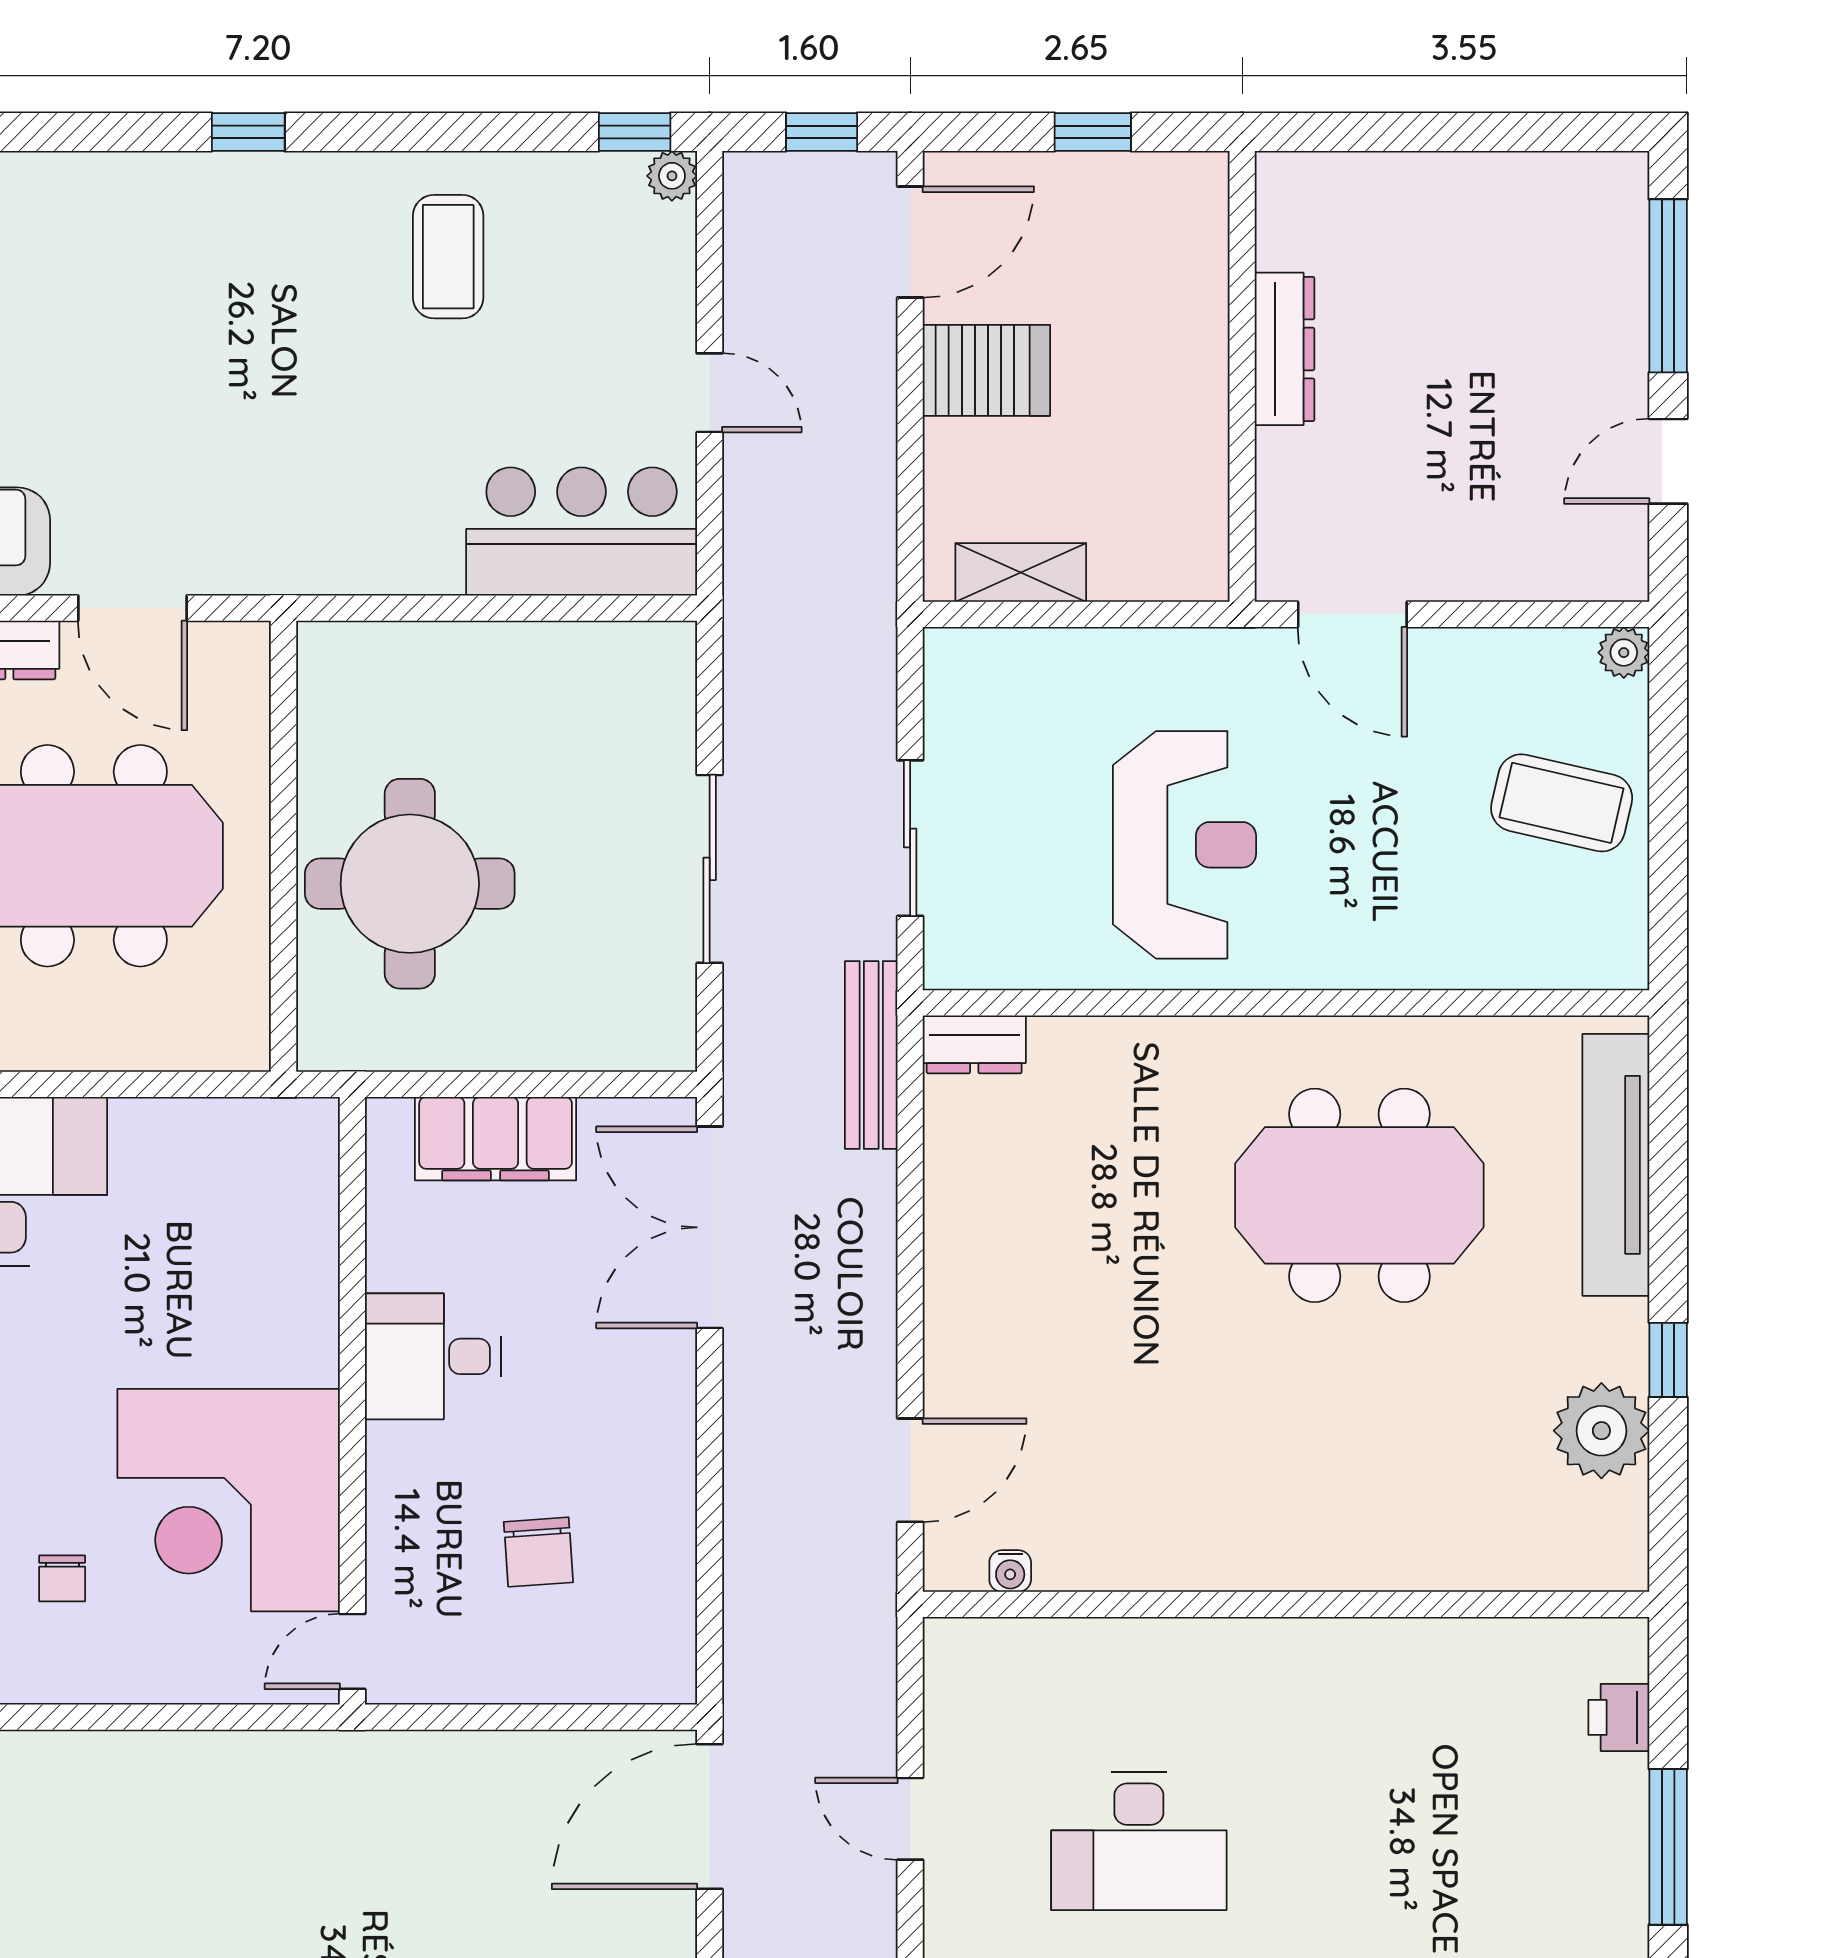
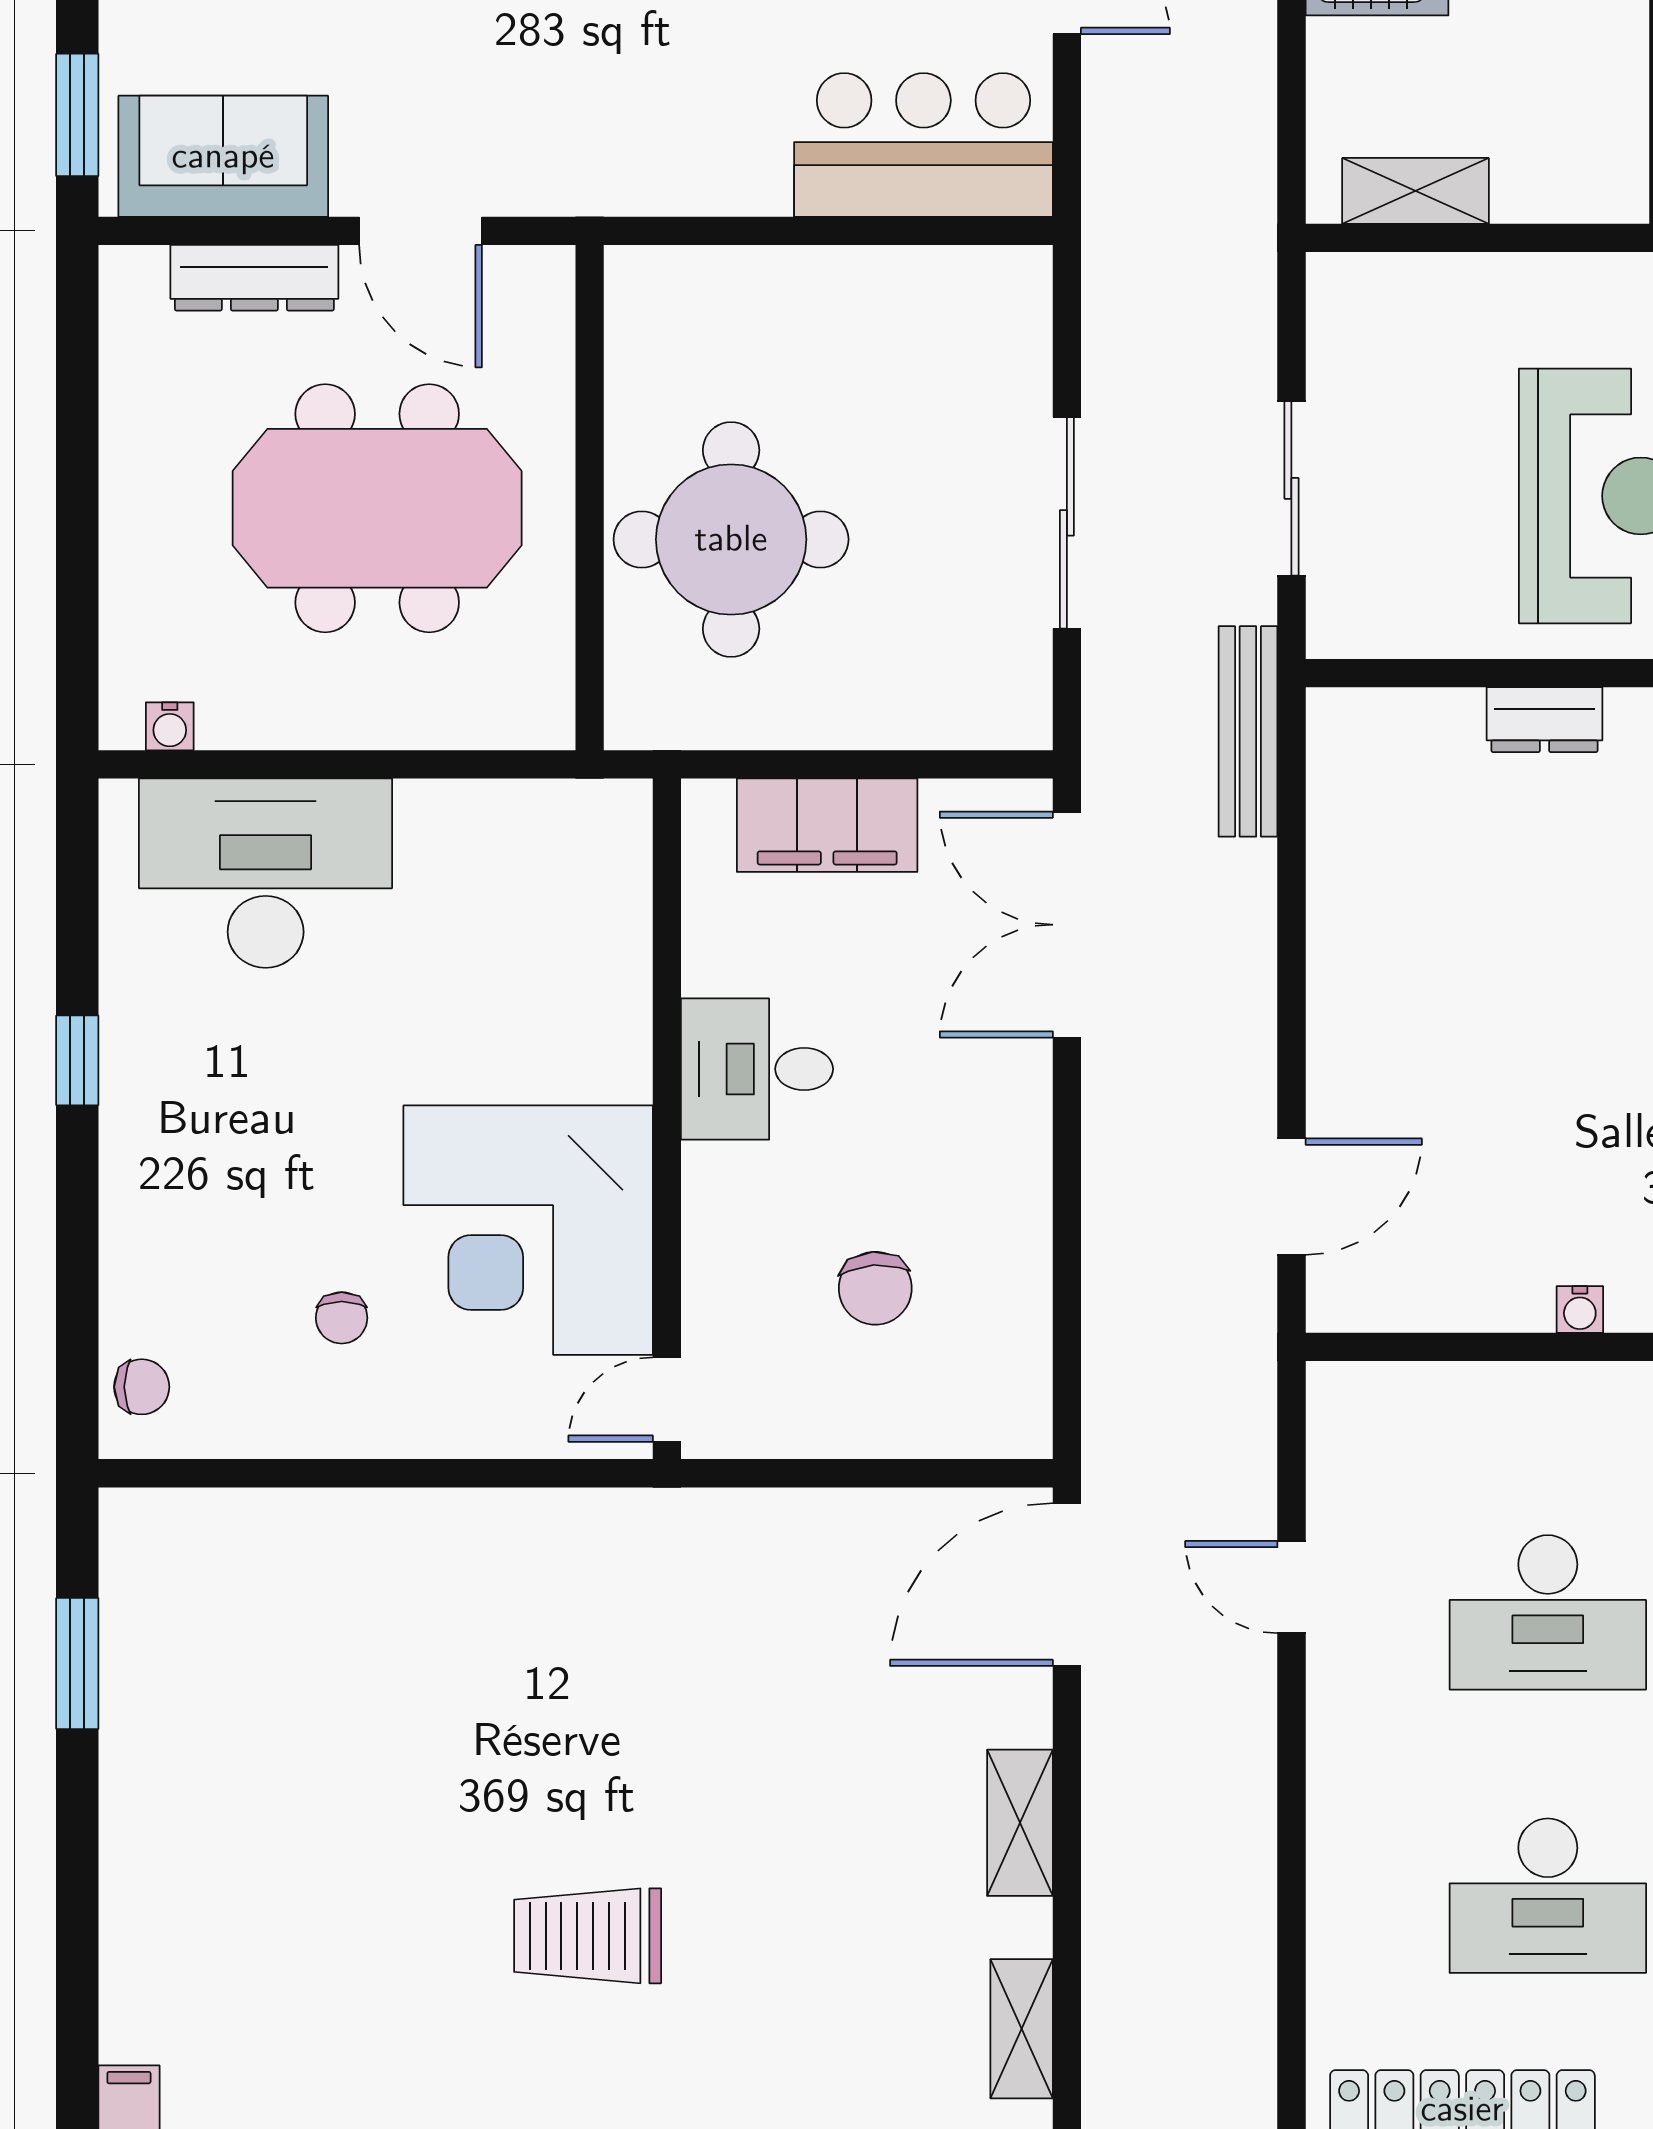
dresser: (974, 1044) -> (1544, 720), moved
water cooler: (1010, 1571) -> (1580, 1309), moved

